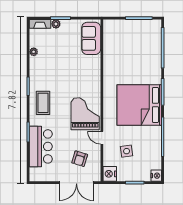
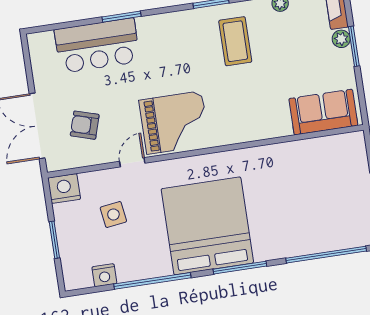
coffee table: (43, 103) -> (235, 41), moved, turned 90
nightstand: (156, 176) -> (104, 275), moved

